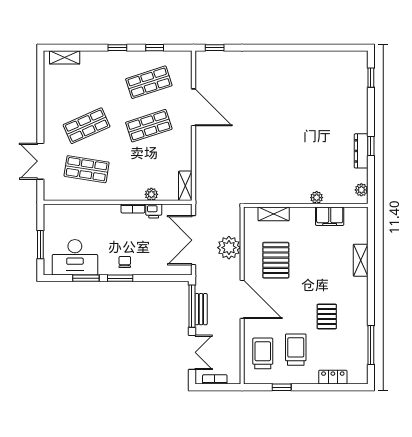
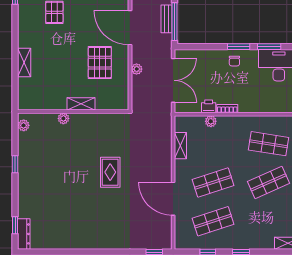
rug: (264, 137) -> (110, 172), added
dresser: (361, 151) -> (24, 234), moved
shelving: (185, 186) -> (180, 146), moved
shelving: (274, 214) -> (81, 104), moved
filing cabinet: (330, 216) -> (52, 102), removed
plant: (229, 248) -> (137, 69), width x0.53, depth x0.53

